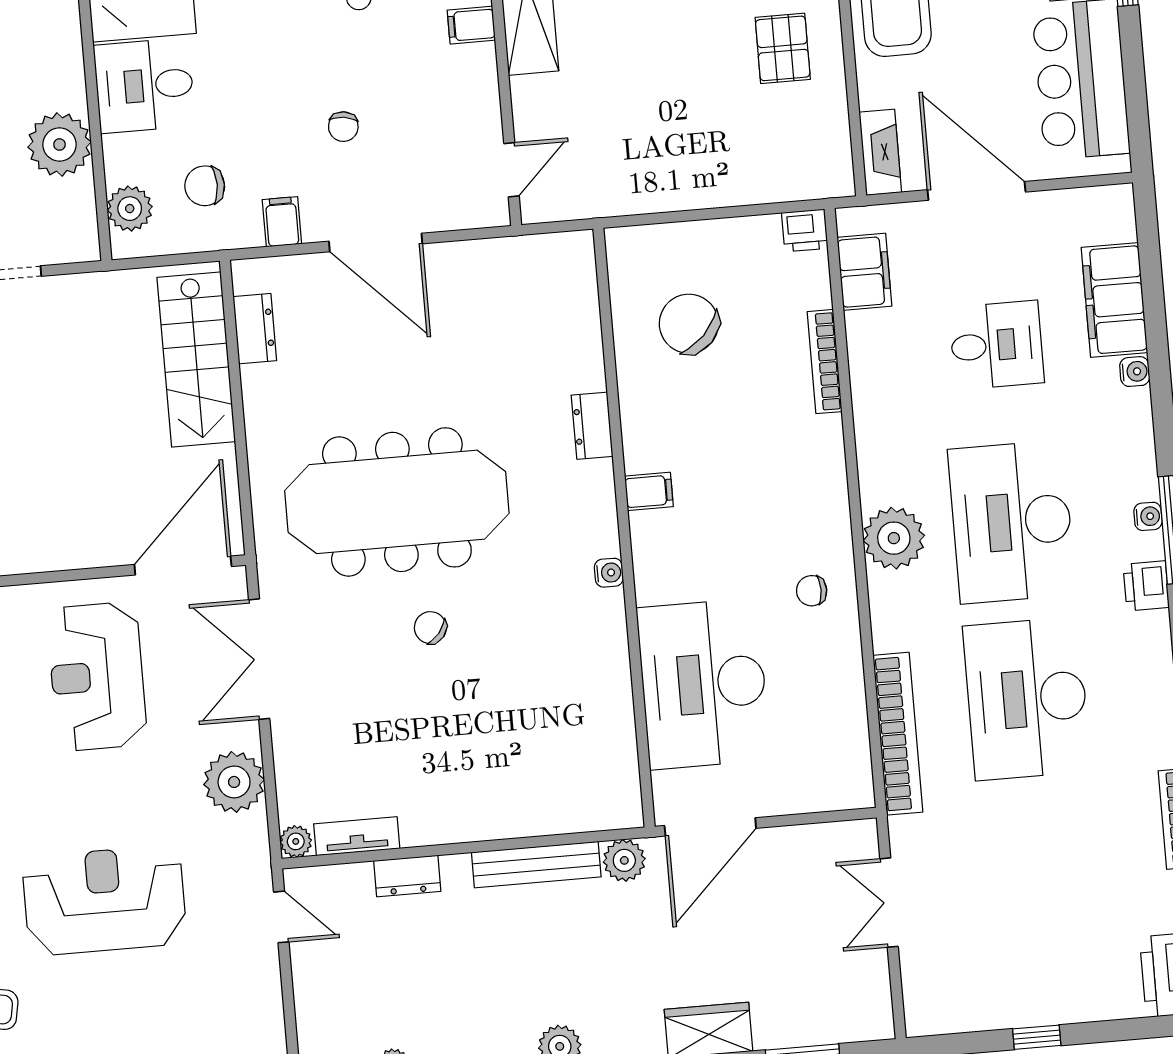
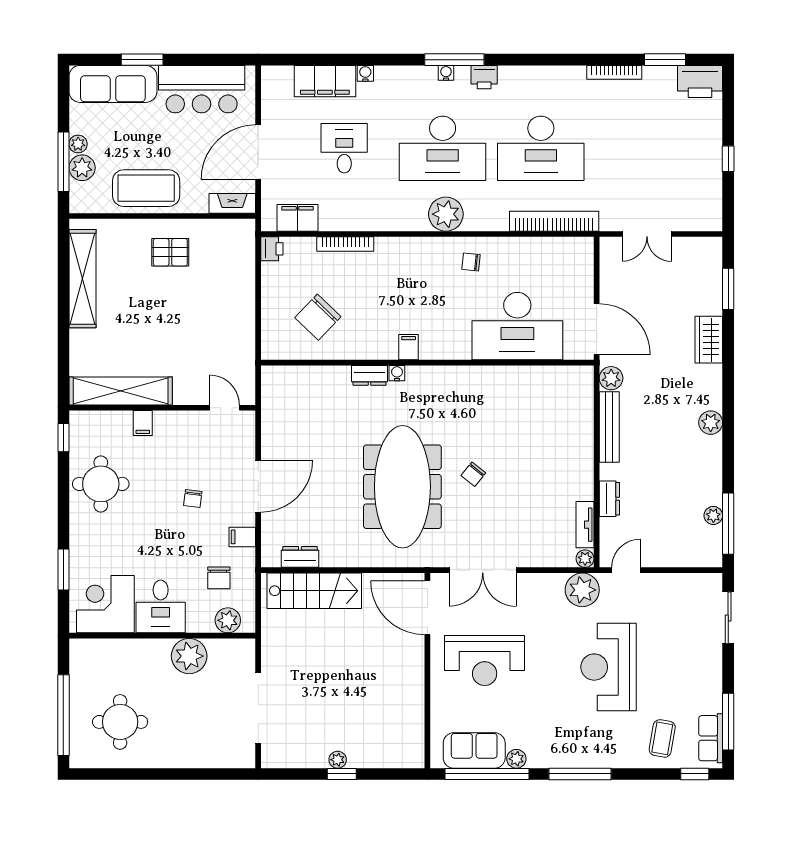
chair: (343, 127) -> (193, 499), turned 89
water cooler: (609, 573) -> (397, 373), moved
chair: (812, 591) -> (471, 262), turned 96
plant: (234, 782) -> (582, 590), moved

